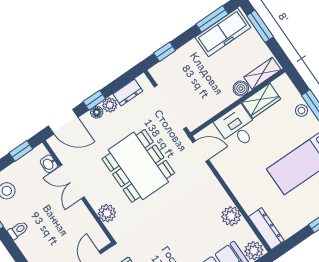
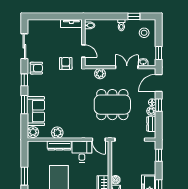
desk: (237, 127) -> (82, 151), moved, turned -90
door: (201, 151) -> (99, 140), hinge flipped
dresser: (266, 229) -> (59, 145), moved

